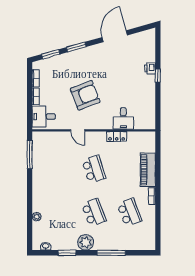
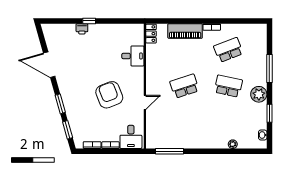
locker: (117, 136) -> (151, 34), moved
school desk: (94, 212) -> (228, 86), turned 33

